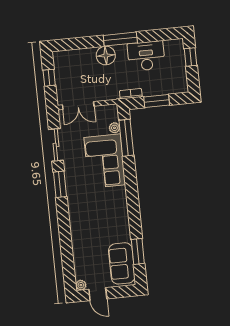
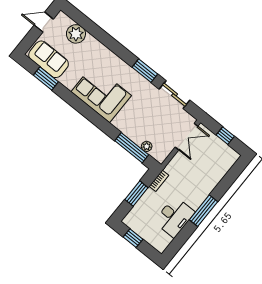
floor lamp: (106, 56) -> (202, 189), removed
window: (191, 57) -> (133, 238), moved
double door: (78, 105) -> (187, 137), swing flipped
corner sofa: (105, 161) -> (101, 94), moved
plant: (81, 285) -> (76, 34), moved, width x1.87, depth x1.87

